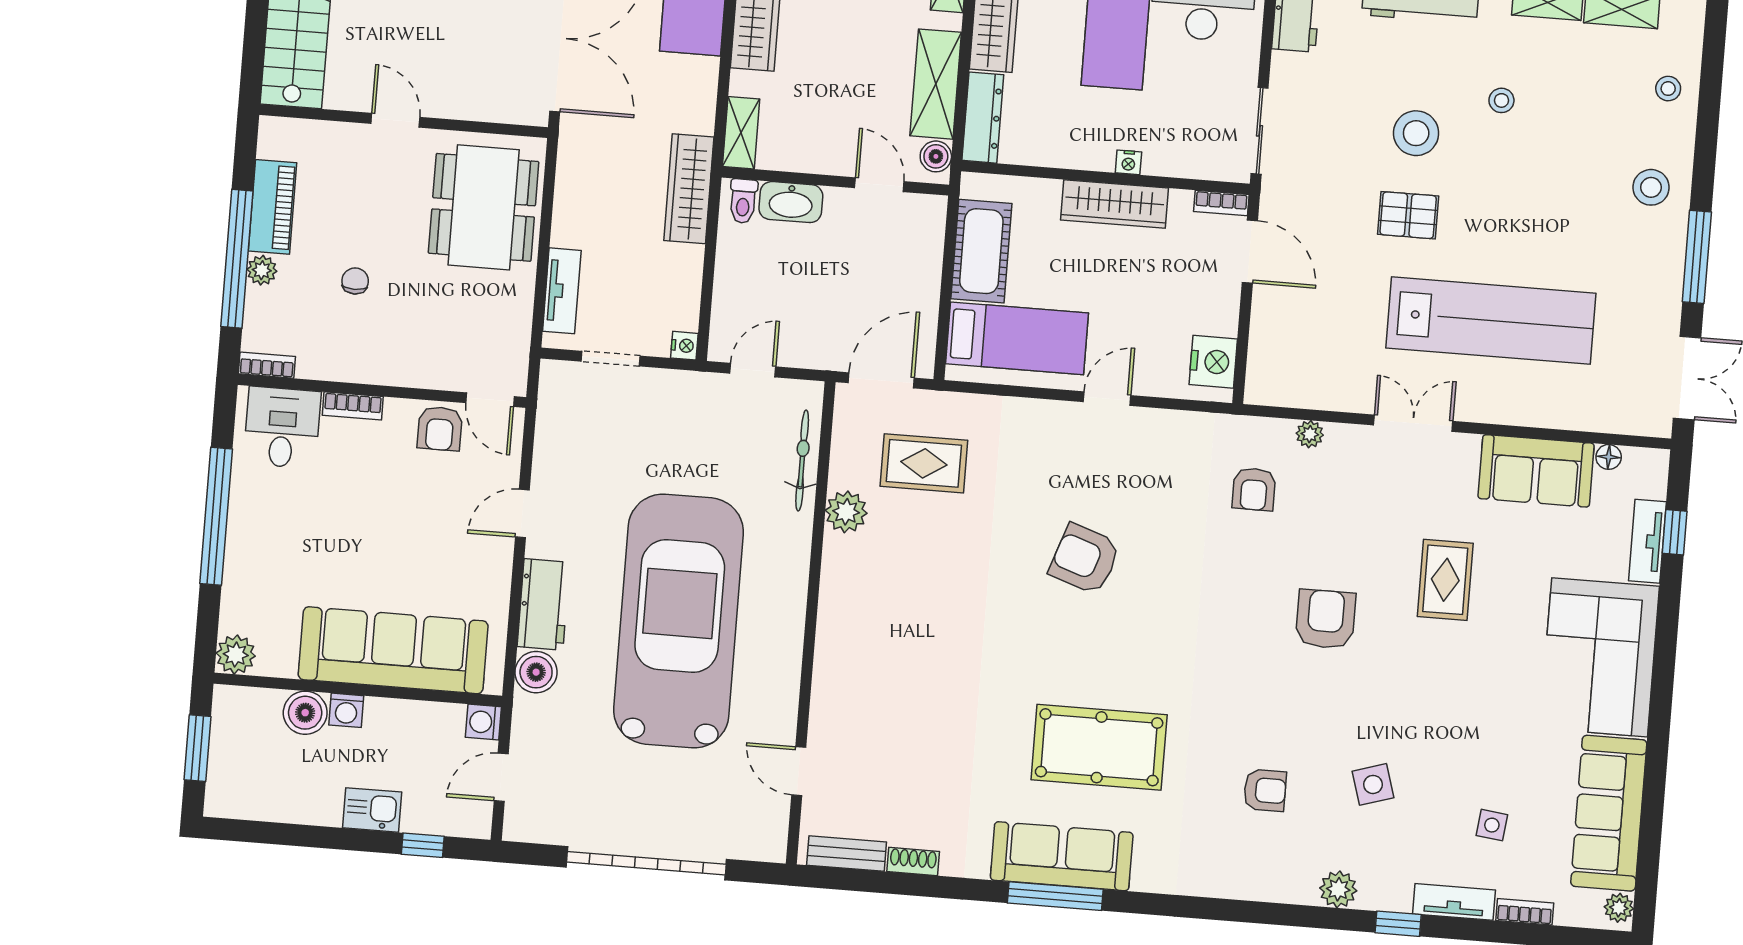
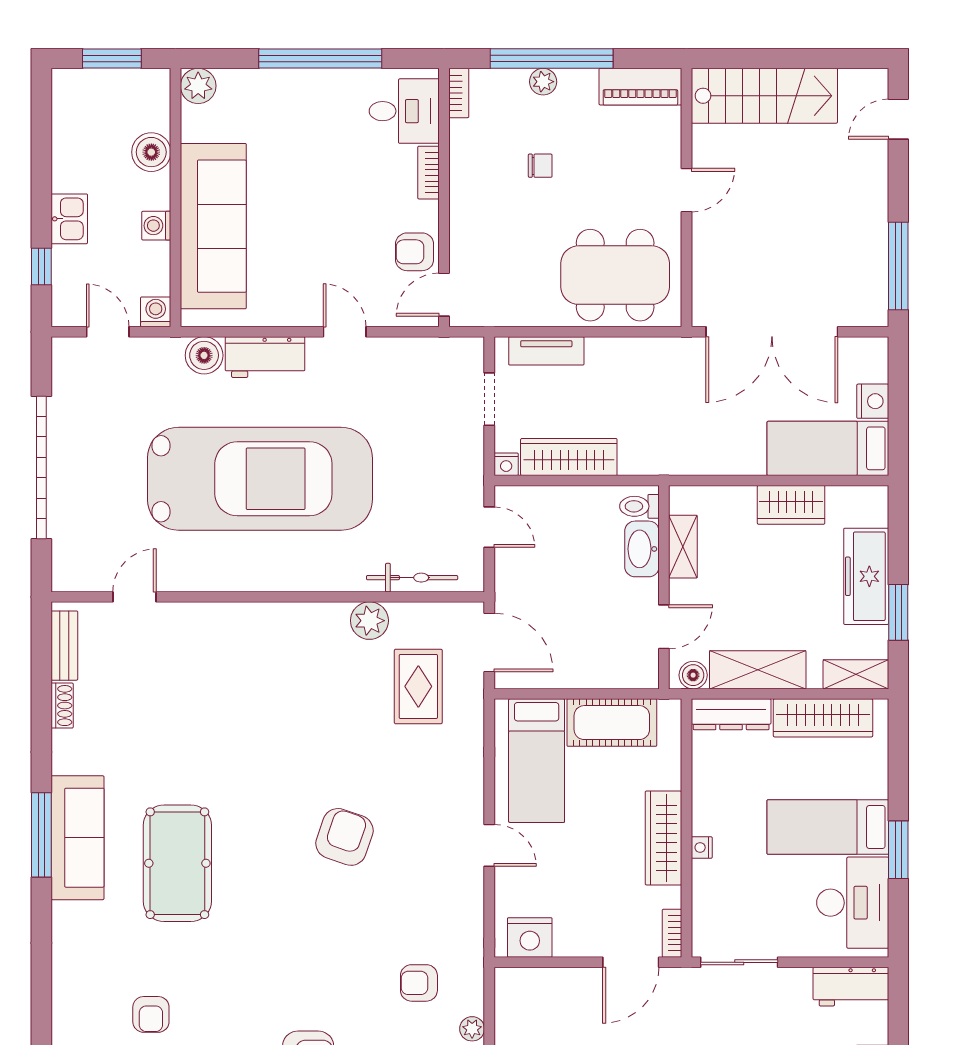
shelving: (741, 133) -> (683, 547), moved, turned 90
wardrobe: (689, 189) -> (569, 457), moved
piano: (273, 207) -> (640, 87), moved
washing machine: (346, 710) -> (156, 226), moved

